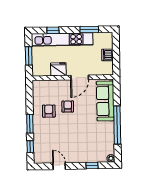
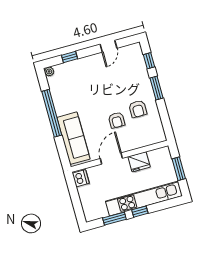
window: (53, 30) -> (140, 212), moved
dishwasher: (107, 55) -> (81, 178), moved
door: (59, 166) -> (109, 46), hinge flipped

